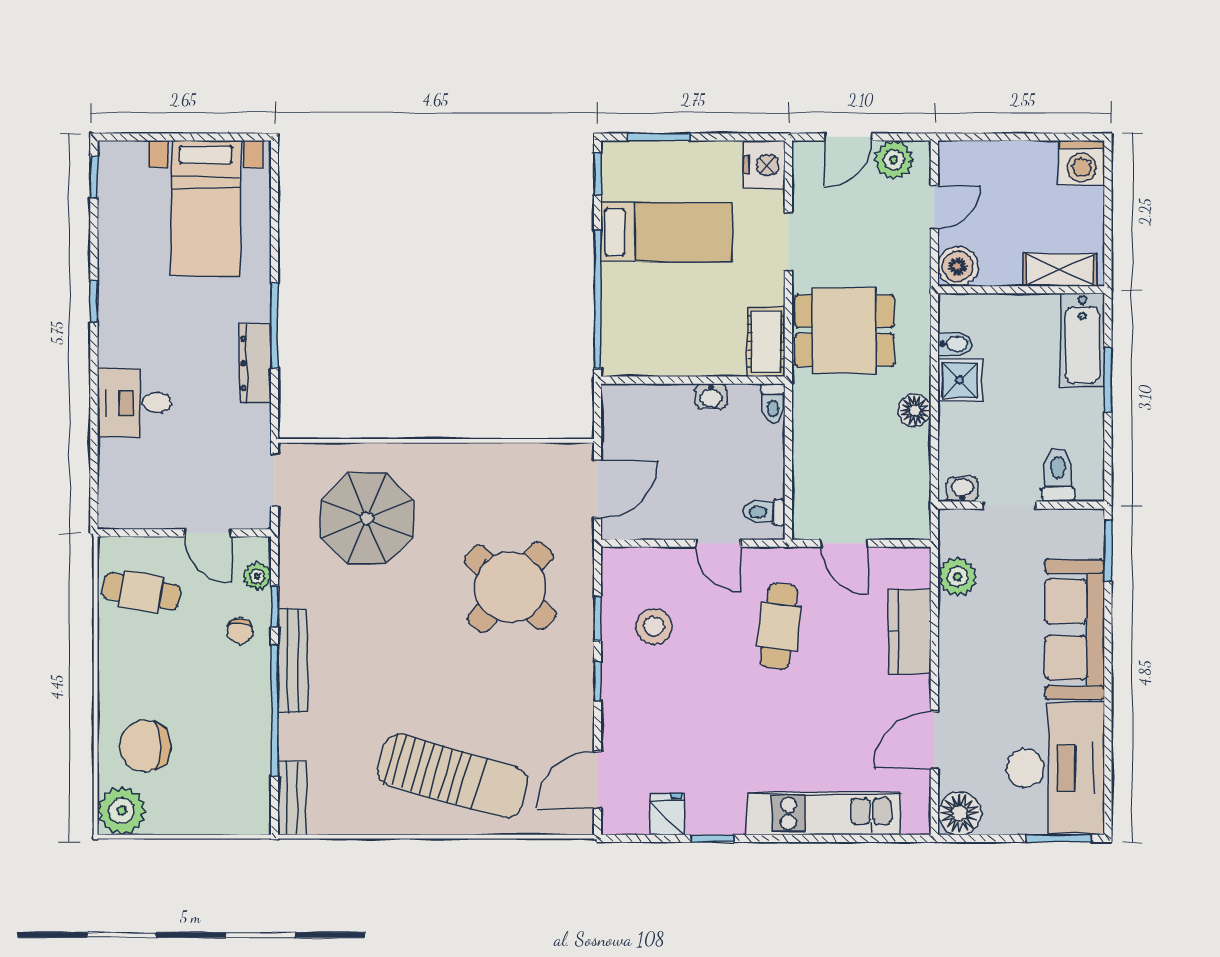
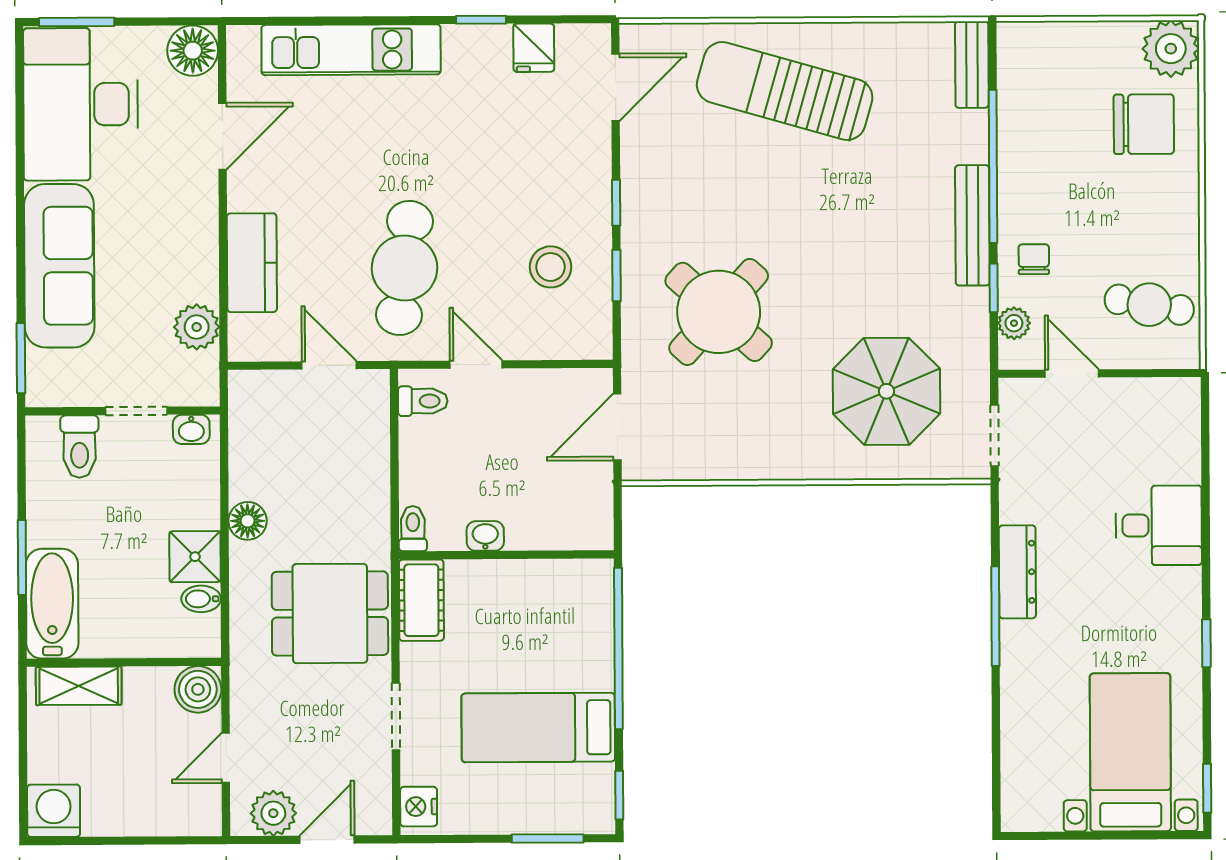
nightstand: (764, 165) -> (419, 807), width x0.74, depth x0.75
bed with nightstands: (206, 208) -> (1130, 752), moved
cafe table: (779, 626) -> (404, 268), width x1.37, depth x1.35

